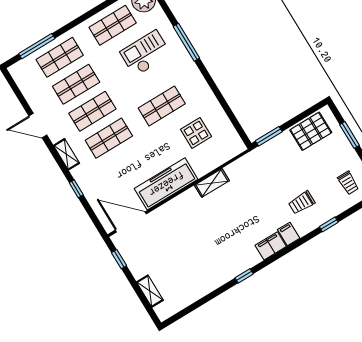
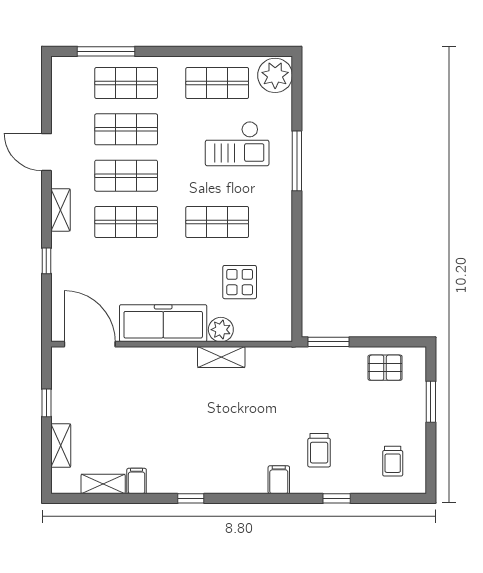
checkout: (146, 53) -> (237, 144), turned 180
pallet: (311, 131) -> (385, 368), width x0.67, depth x0.71
plant: (202, 167) -> (221, 330), added
trolley: (302, 203) -> (319, 450), turned -90
filing cabinet: (271, 246) -> (137, 481), moved, width x0.50
window: (119, 259) -> (46, 403), moved
shelving: (188, 298) -> (103, 484), added

